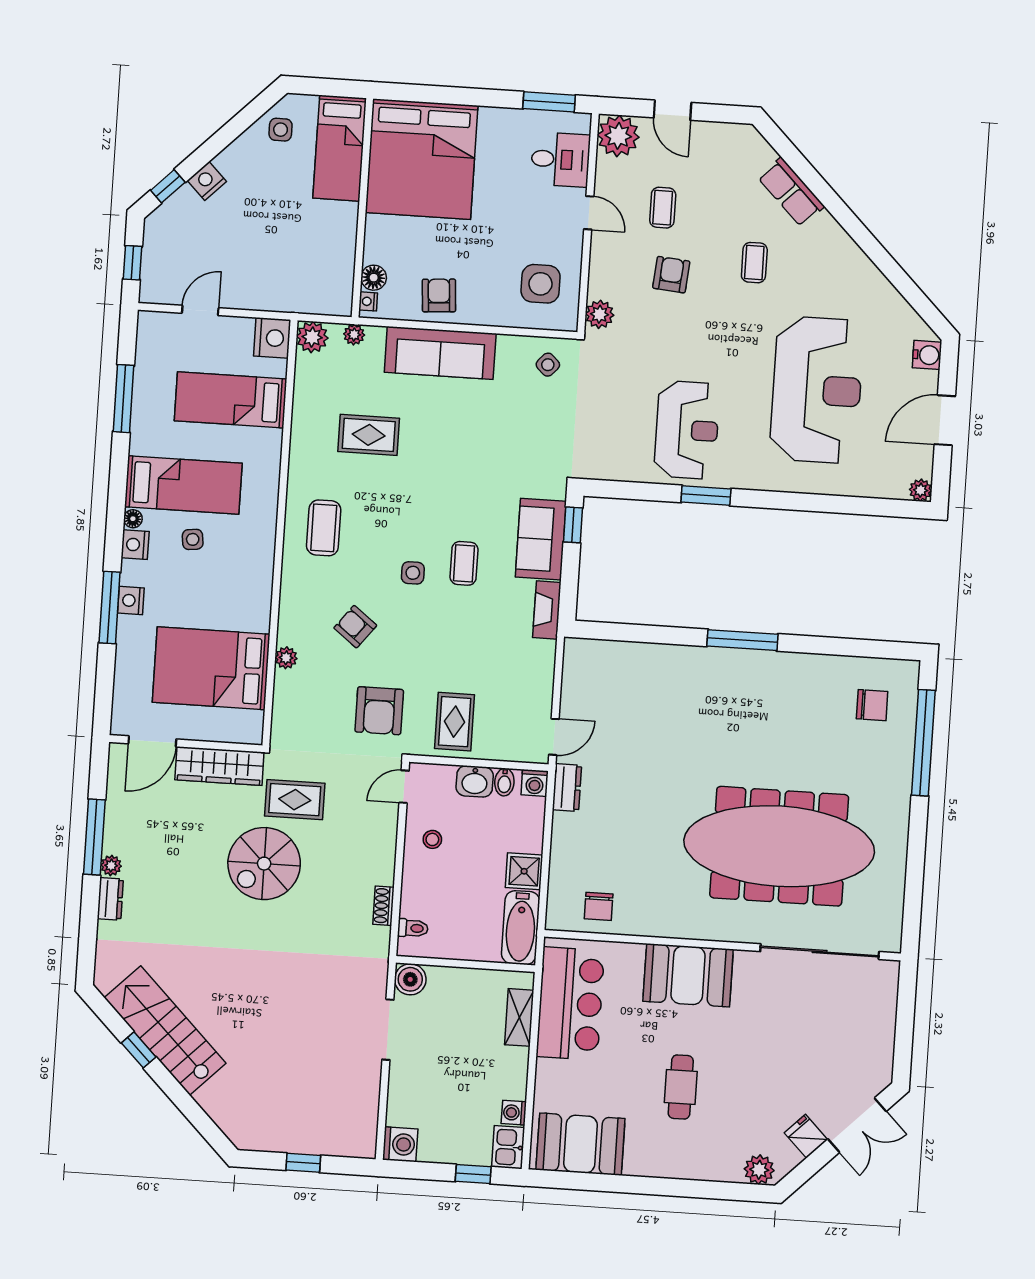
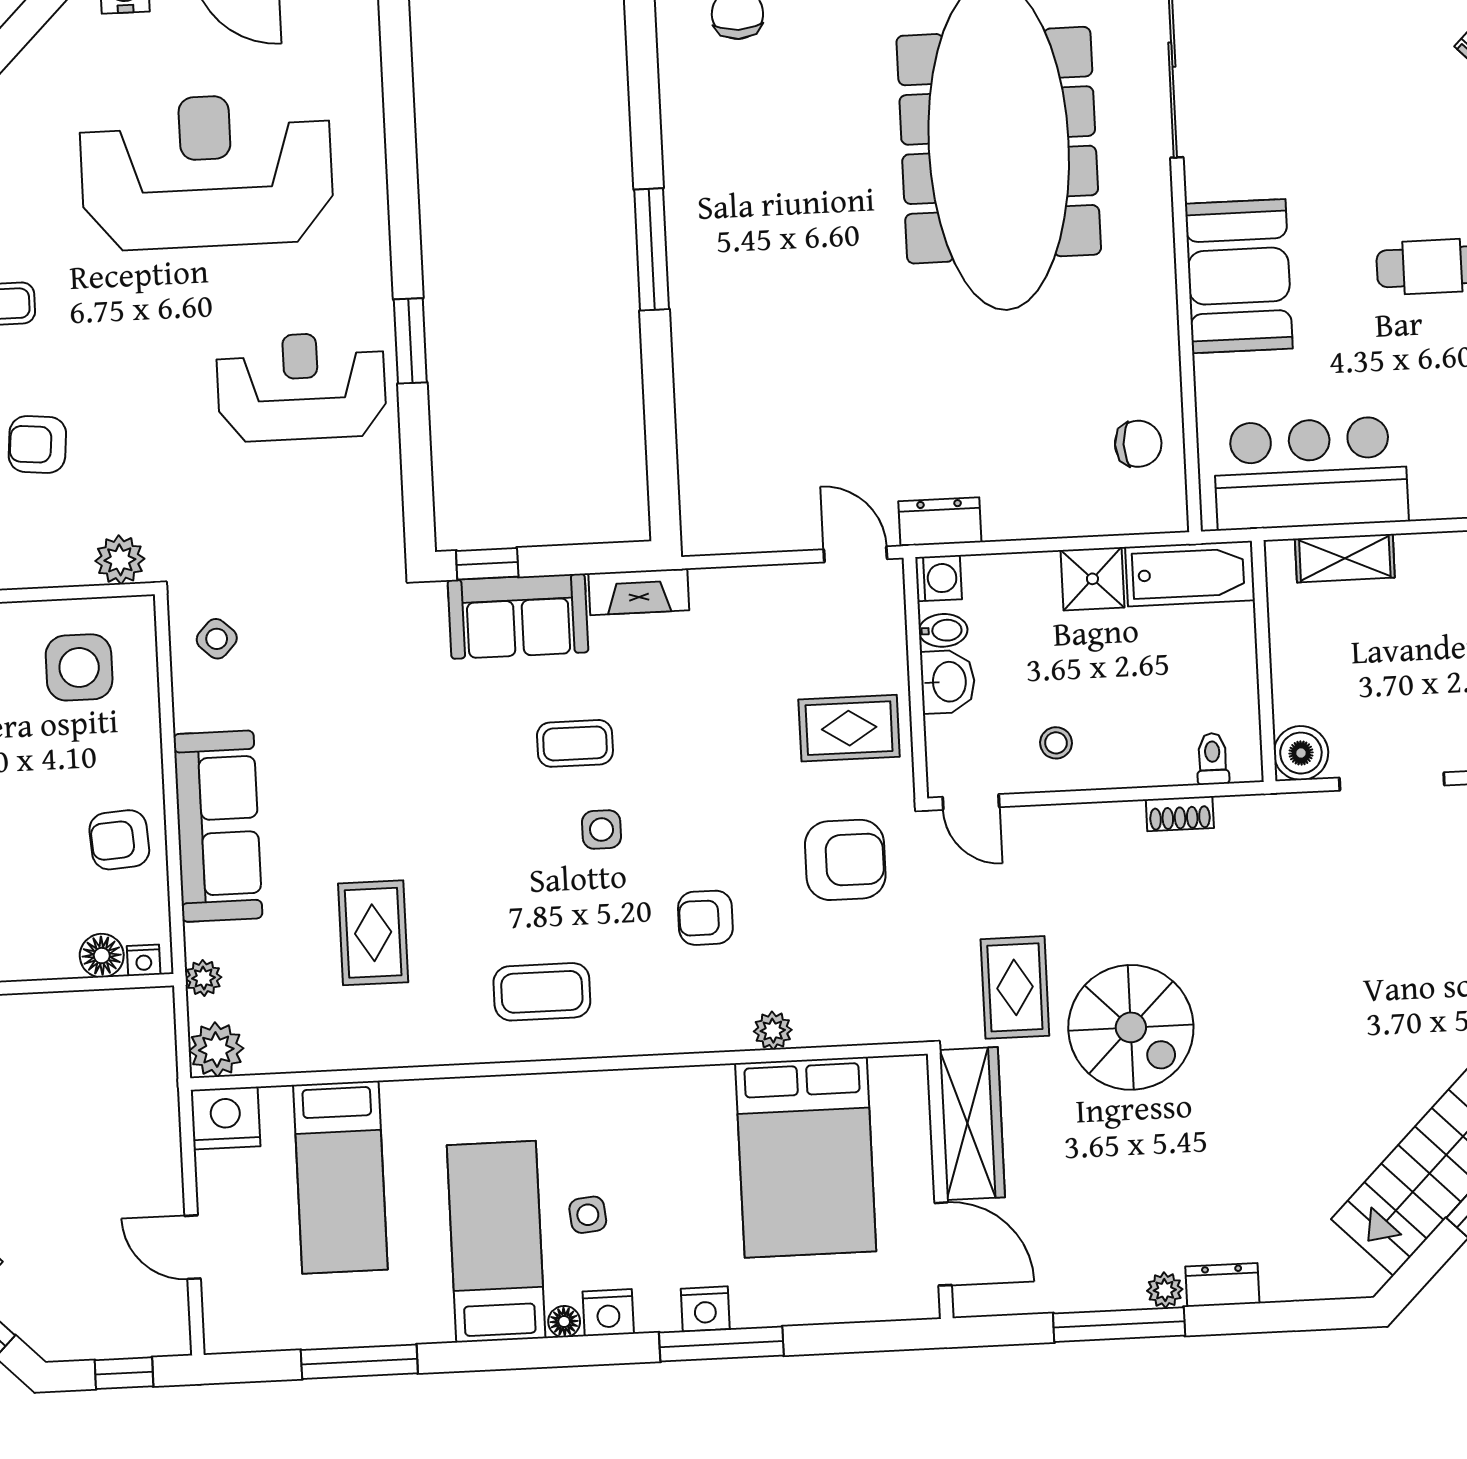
armchair: (355, 627) -> (705, 918), turned 52

